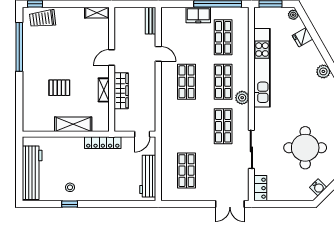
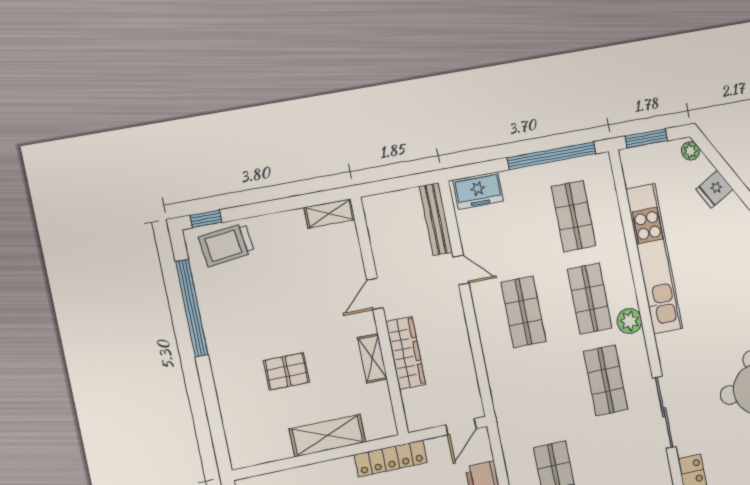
freezer: (198, 15) -> (478, 191), moved
bench: (151, 21) -> (436, 219), width x1.36

